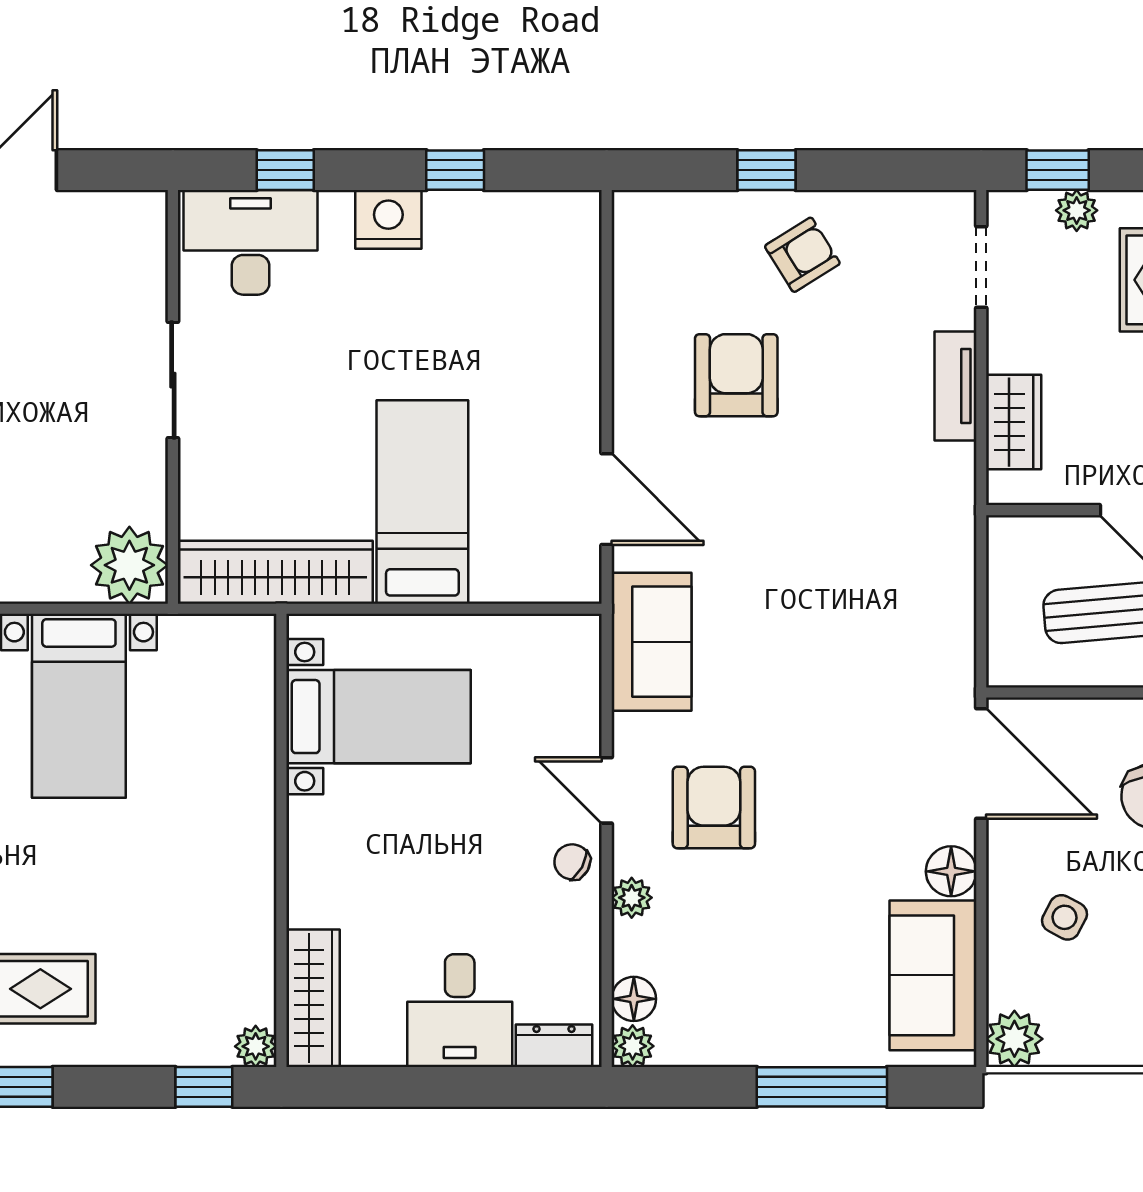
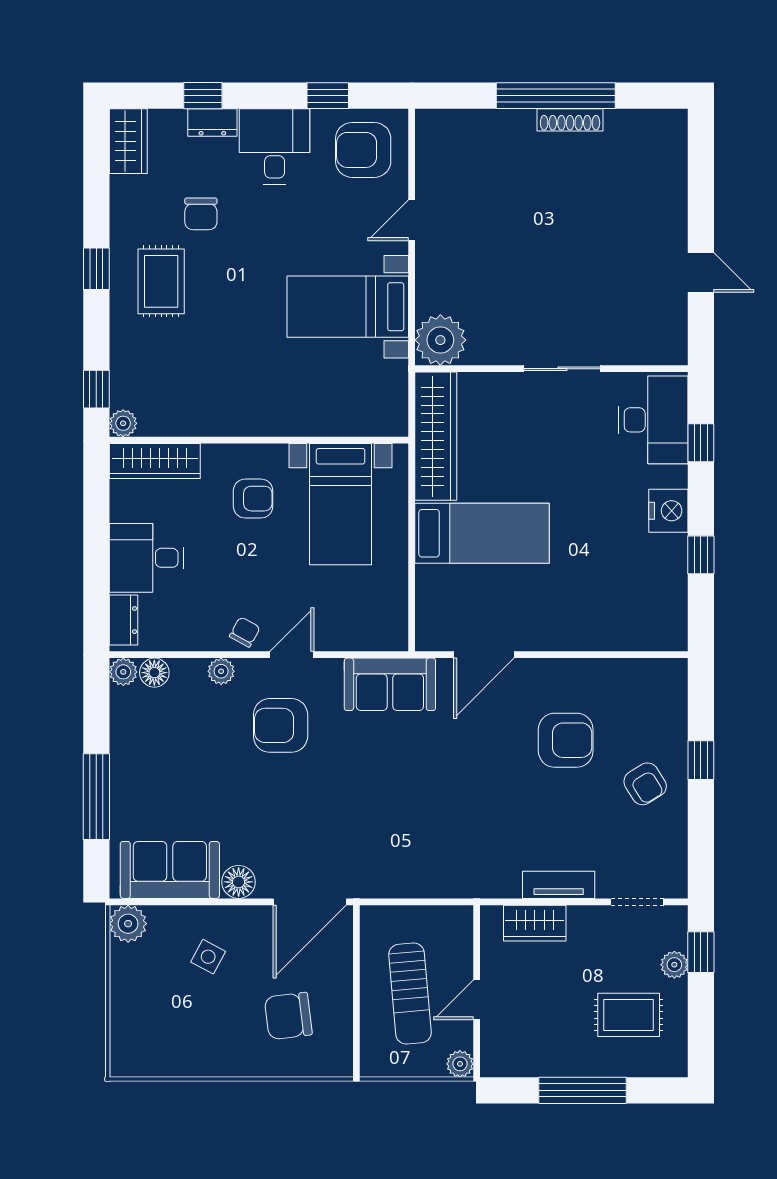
armchair: (714, 808) -> (281, 725), turned 180
armchair: (370, 849) -> (253, 499), added

